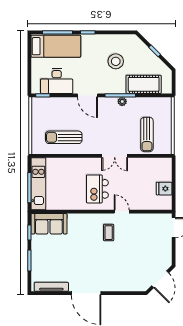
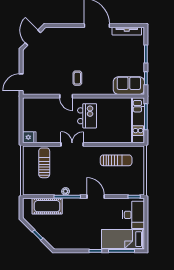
stool: (116, 61) -> (71, 226), removed
desk: (57, 81) -> (134, 215), moved, turned 90
fridge: (164, 189) -> (29, 137), moved

